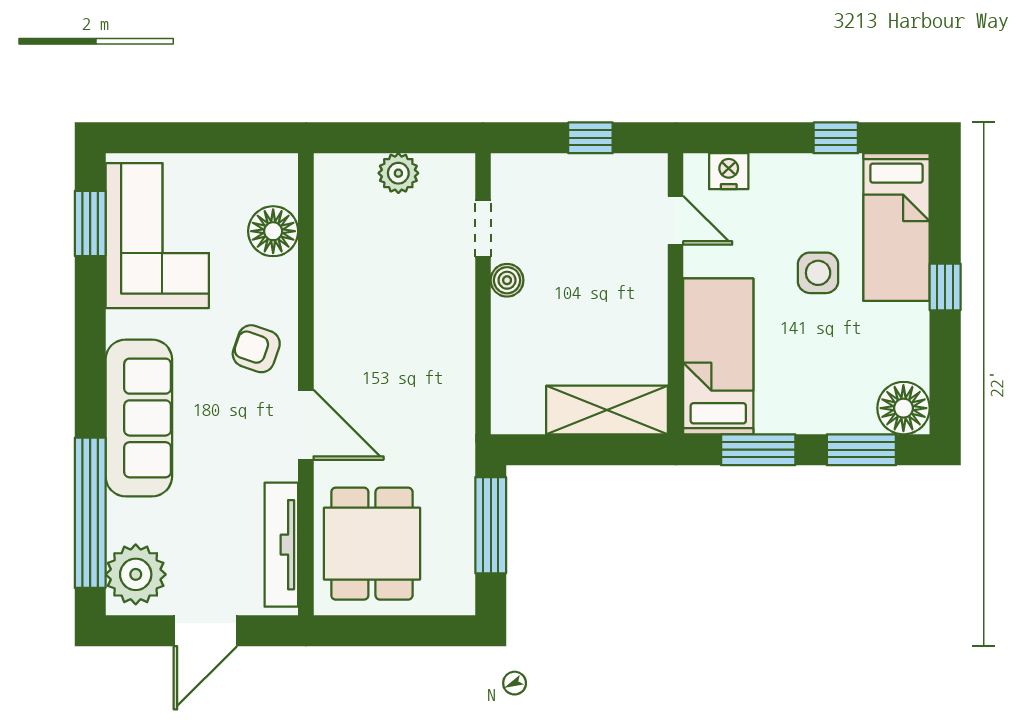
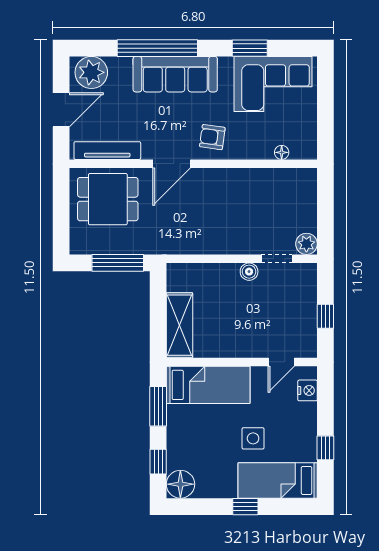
plant: (398, 173) -> (306, 244), moved
window: (90, 223) -> (250, 48), moved
floor lamp: (273, 231) -> (282, 152), width x0.53, depth x0.53
armchair: (256, 349) -> (212, 137), turned -101
window: (861, 450) -> (158, 462), width x0.67
window: (90, 513) -> (157, 48), moved
door: (205, 631) -> (61, 110), swing flipped

